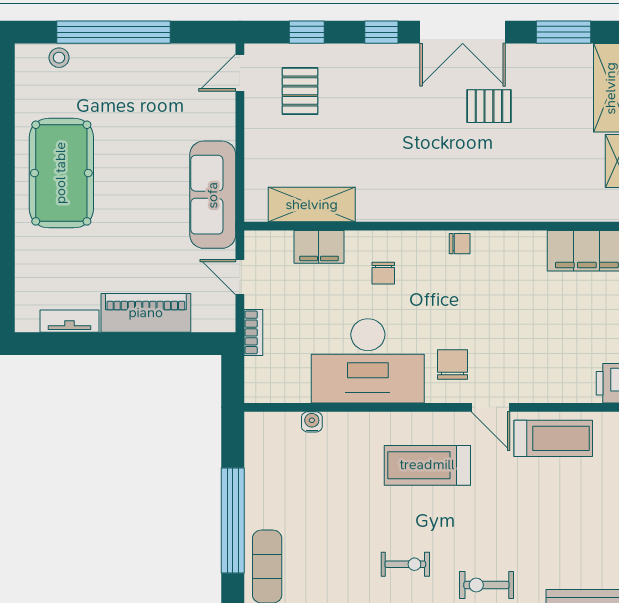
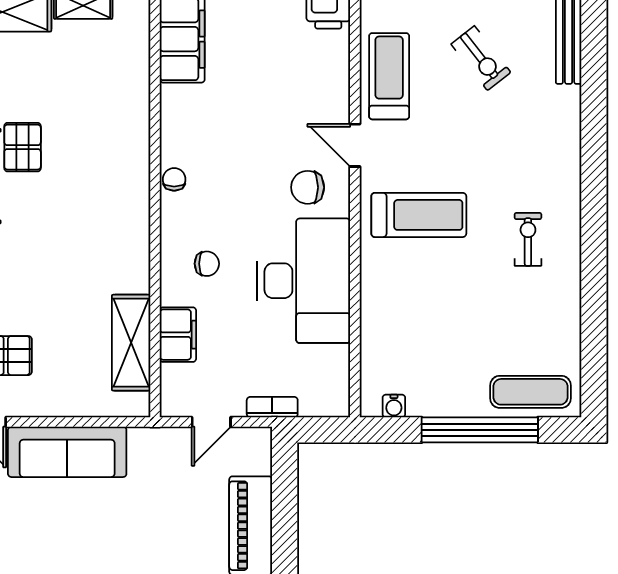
sofa: (213, 195) -> (67, 452), moved
door: (491, 407) -> (355, 145), swing flipped
water cooler: (312, 422) -> (394, 406), moved, turned -90
treadmill: (427, 465) -> (419, 215), turned -90
exercise bike: (486, 585) -> (481, 58), moved, turned -38

